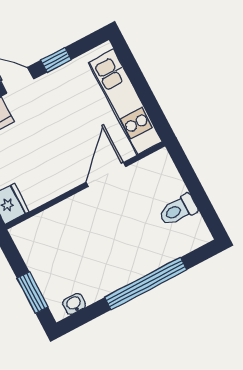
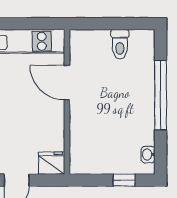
window: (32, 293) -> (124, 180), width x0.67

